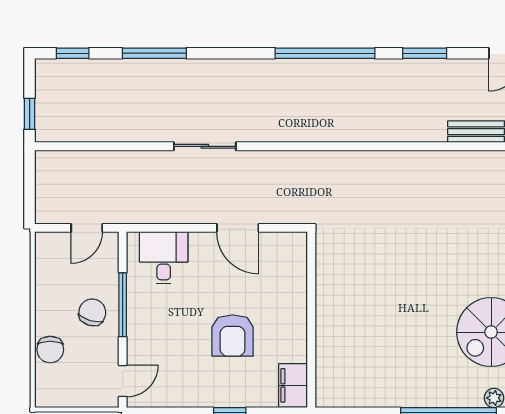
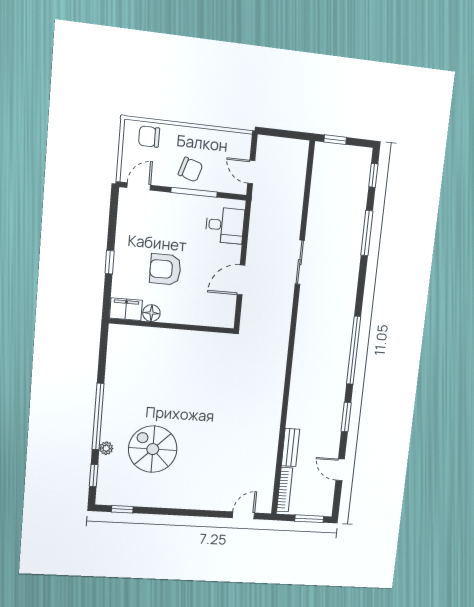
chair: (50, 350) -> (149, 137), moved
floor lamp: (295, 350) -> (151, 313), added
door: (123, 381) -> (139, 186), swing flipped

